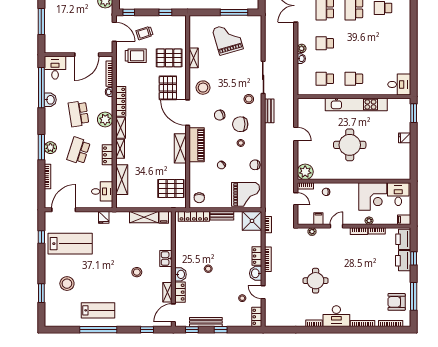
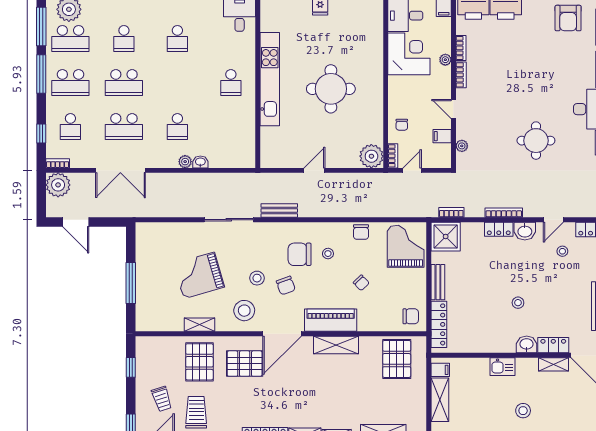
window: (234, 12) -> (131, 283), moved
grand piano: (228, 39) -> (199, 275), moved
school desk: (325, 79) -> (177, 39), moved
stool: (249, 99) -> (257, 278), moved
chair: (240, 124) -> (300, 254), turned 90

